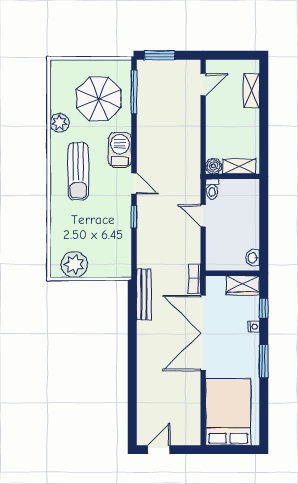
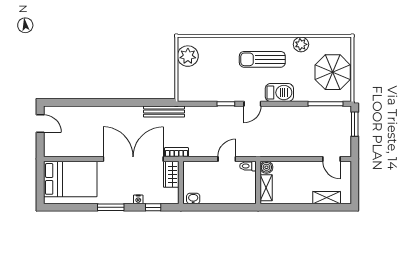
parasol: (99, 99) -> (333, 72), moved
wardrobe: (243, 285) -> (171, 174), moved

